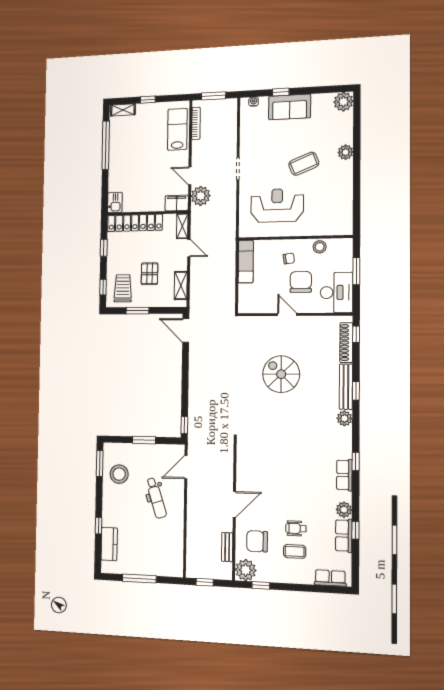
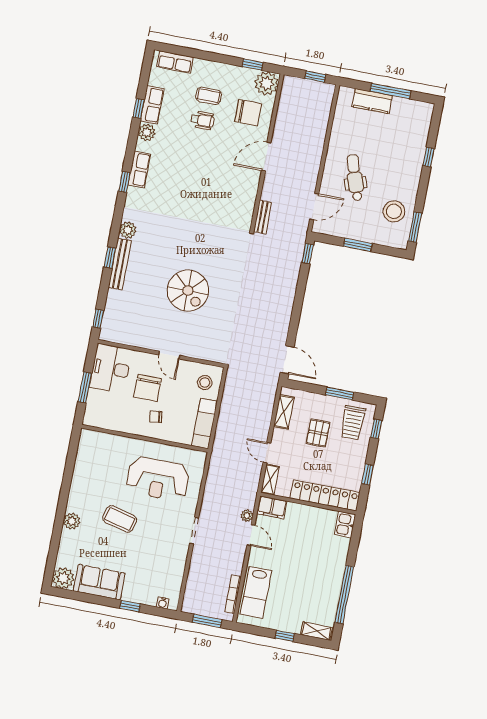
sofa: (290, 107) -> (99, 582), moved
coffee table: (304, 164) -> (120, 519), turned 36
plant: (201, 196) -> (247, 516), width x0.53, depth x0.53
stool: (320, 247) -> (205, 383), moved
shoe rack: (346, 343) -> (110, 312), removed
kitchen counter: (109, 544) -> (372, 101), moved, turned -90
bench: (227, 547) -> (262, 217), moved

